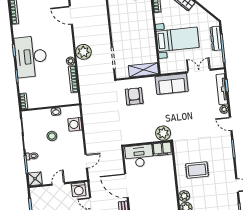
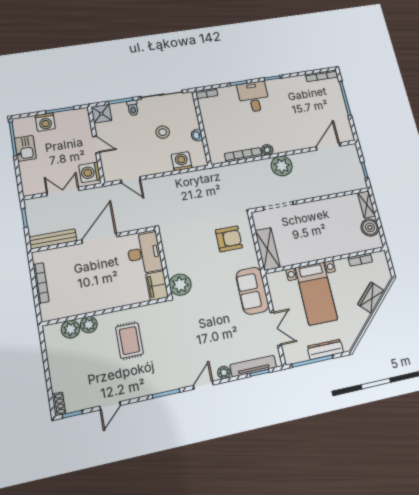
desk: (31, 57) -> (254, 97), width x0.53, depth x0.77

